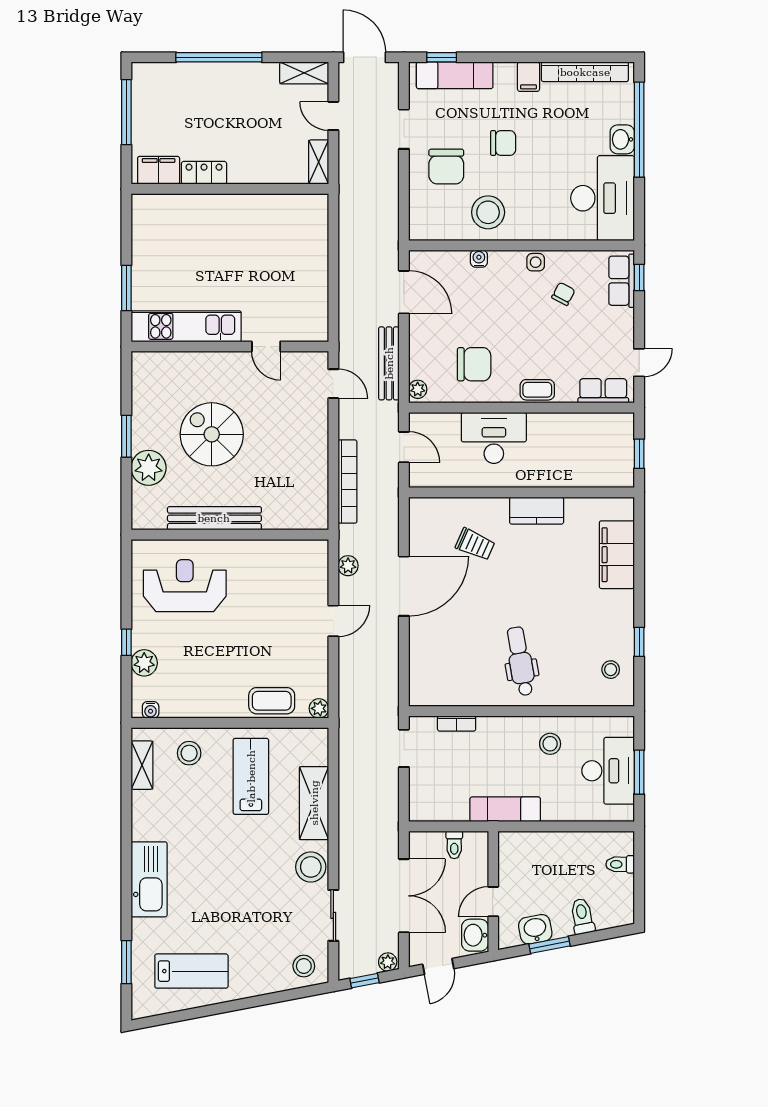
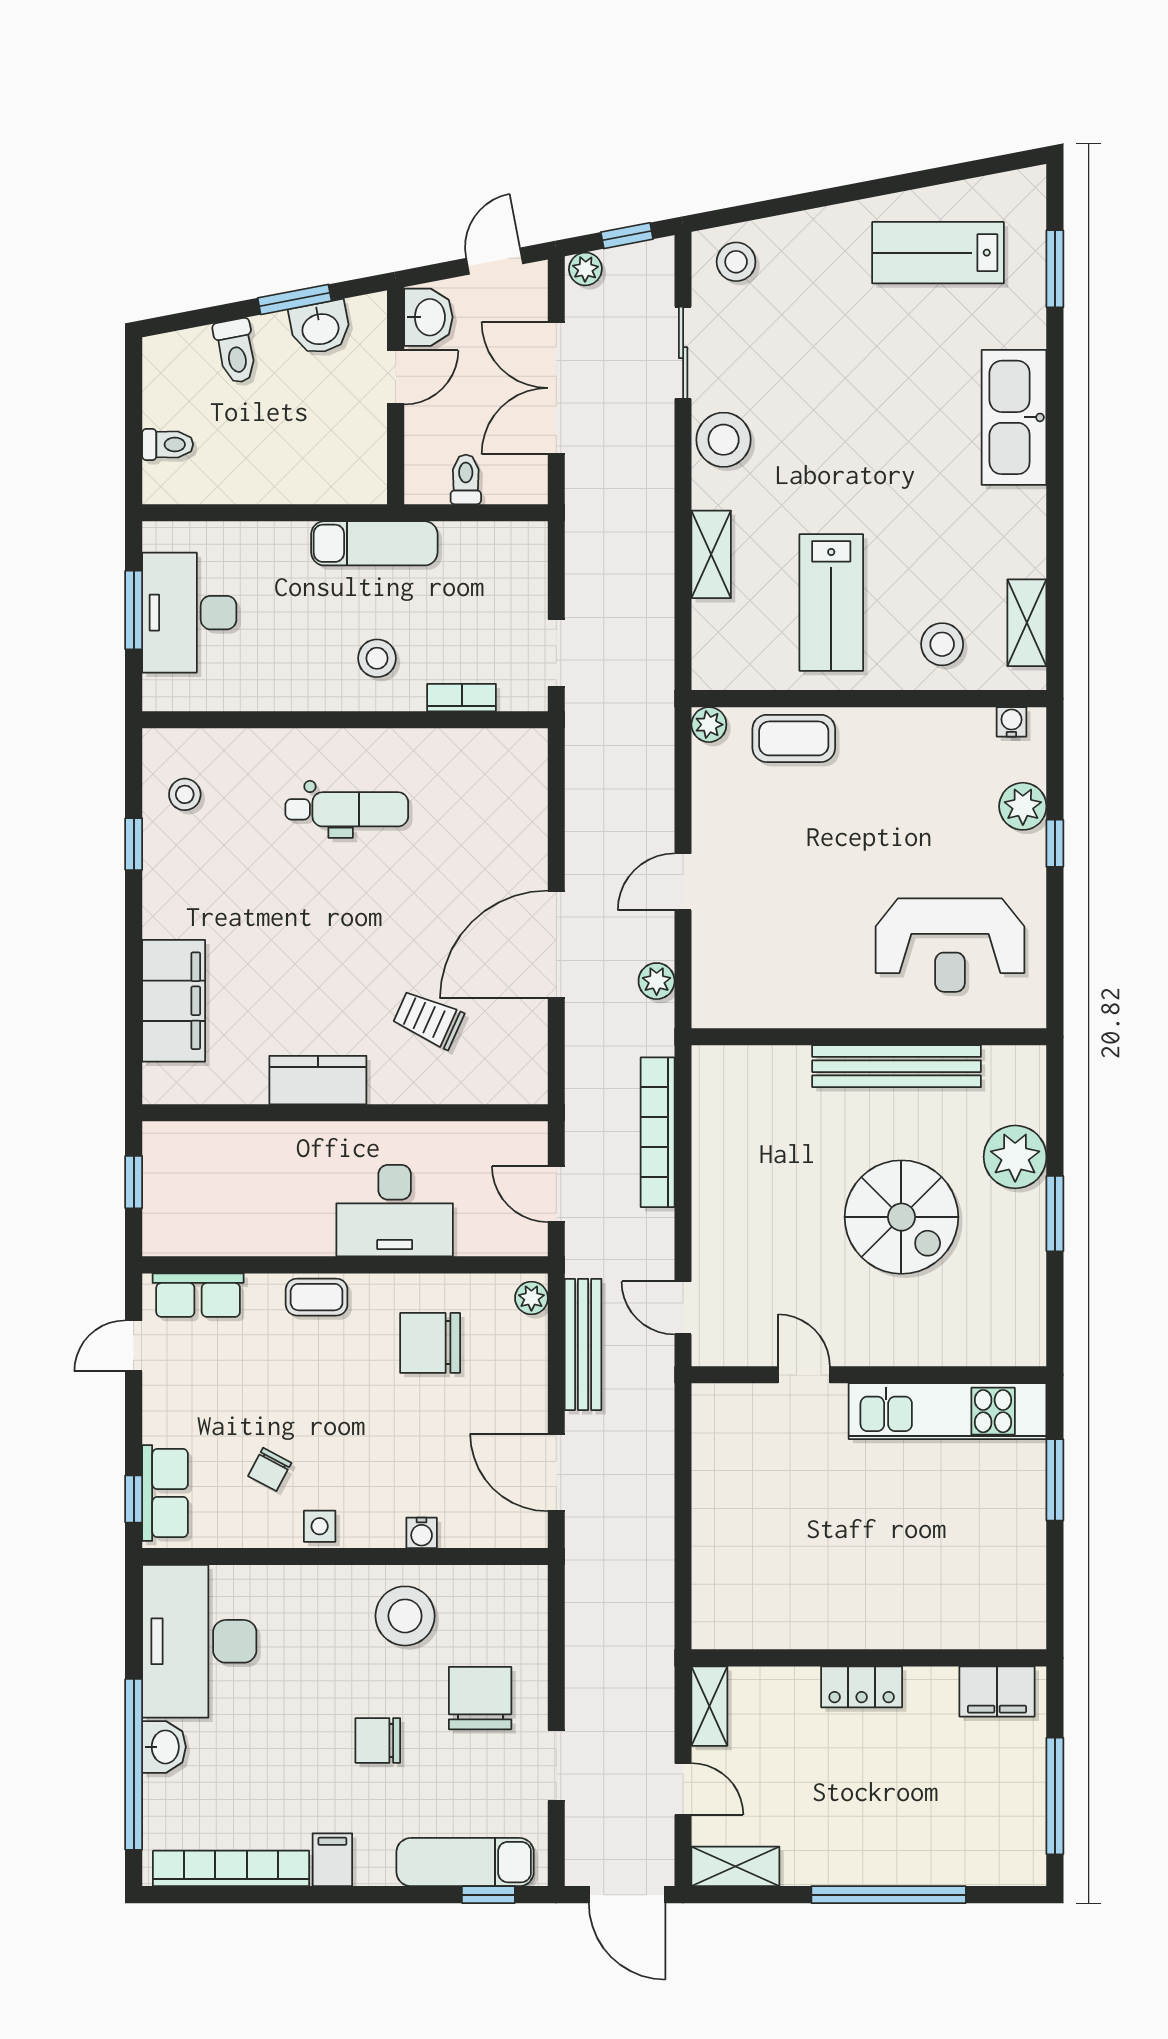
locker: (204, 173) -> (862, 1687), moved
dental chair: (520, 661) -> (347, 809), turned -80
stool: (550, 744) -> (377, 658), moved
shelving: (314, 803) -> (711, 554), width x0.67, depth x0.75

